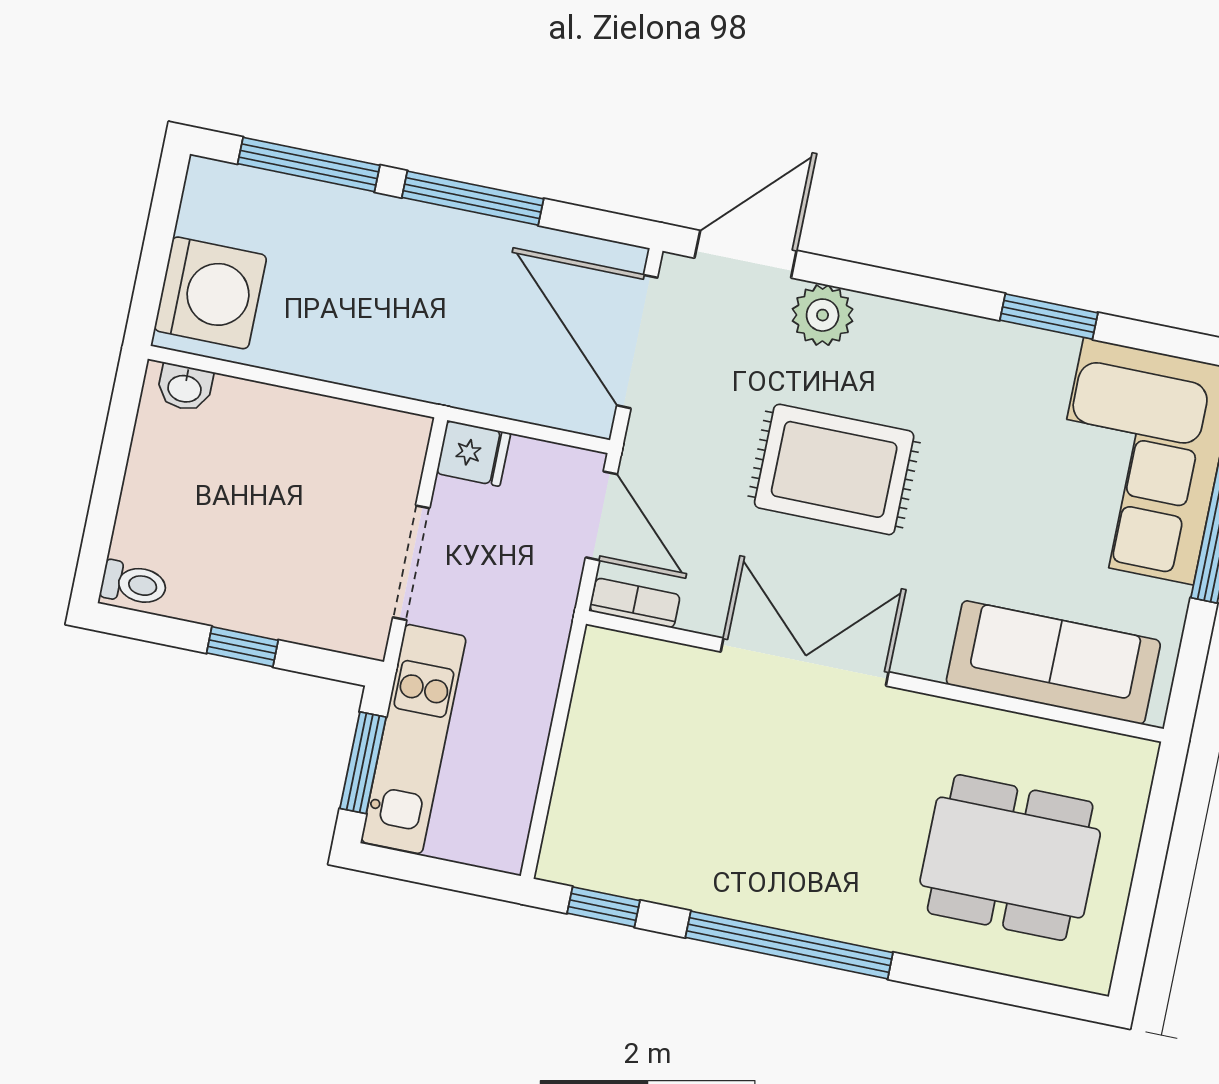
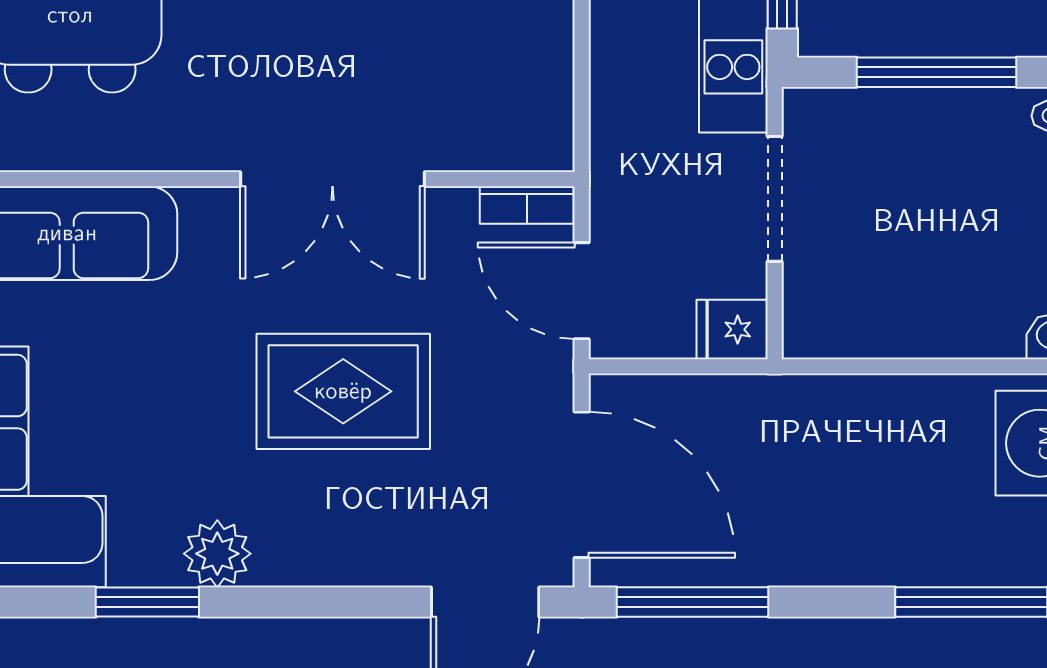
window: (473, 198) -> (693, 602), moved
plant: (823, 315) -> (217, 554), moved
window: (242, 647) -> (937, 72), width x2.17

